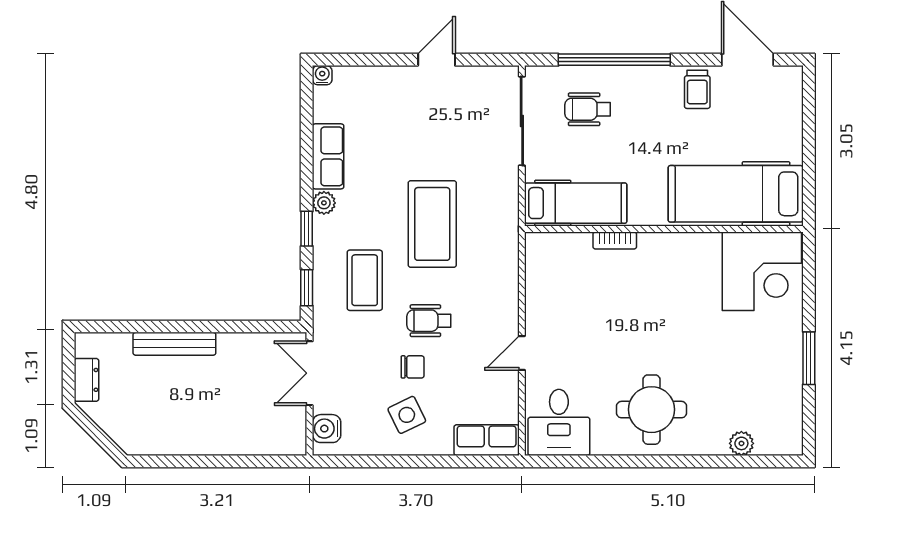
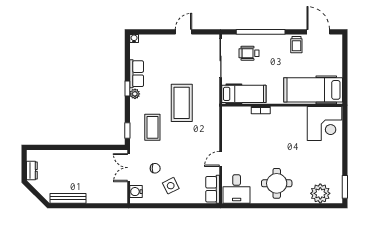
window: (307, 229) -> (127, 88), moved
wheelchair: (429, 321) -> (180, 145), removed
bench: (174, 344) -> (68, 198), moved
window: (809, 358) -> (345, 187), moved
chair: (413, 367) -> (155, 168), moved
row of seats: (487, 440) -> (213, 189), moved, turned -90
plant: (741, 443) -> (320, 193), width x1.87, depth x1.87

